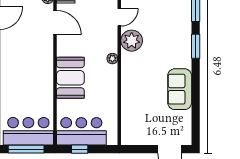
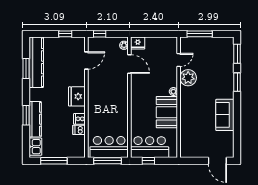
booth: (70, 78) -> (167, 112), moved

